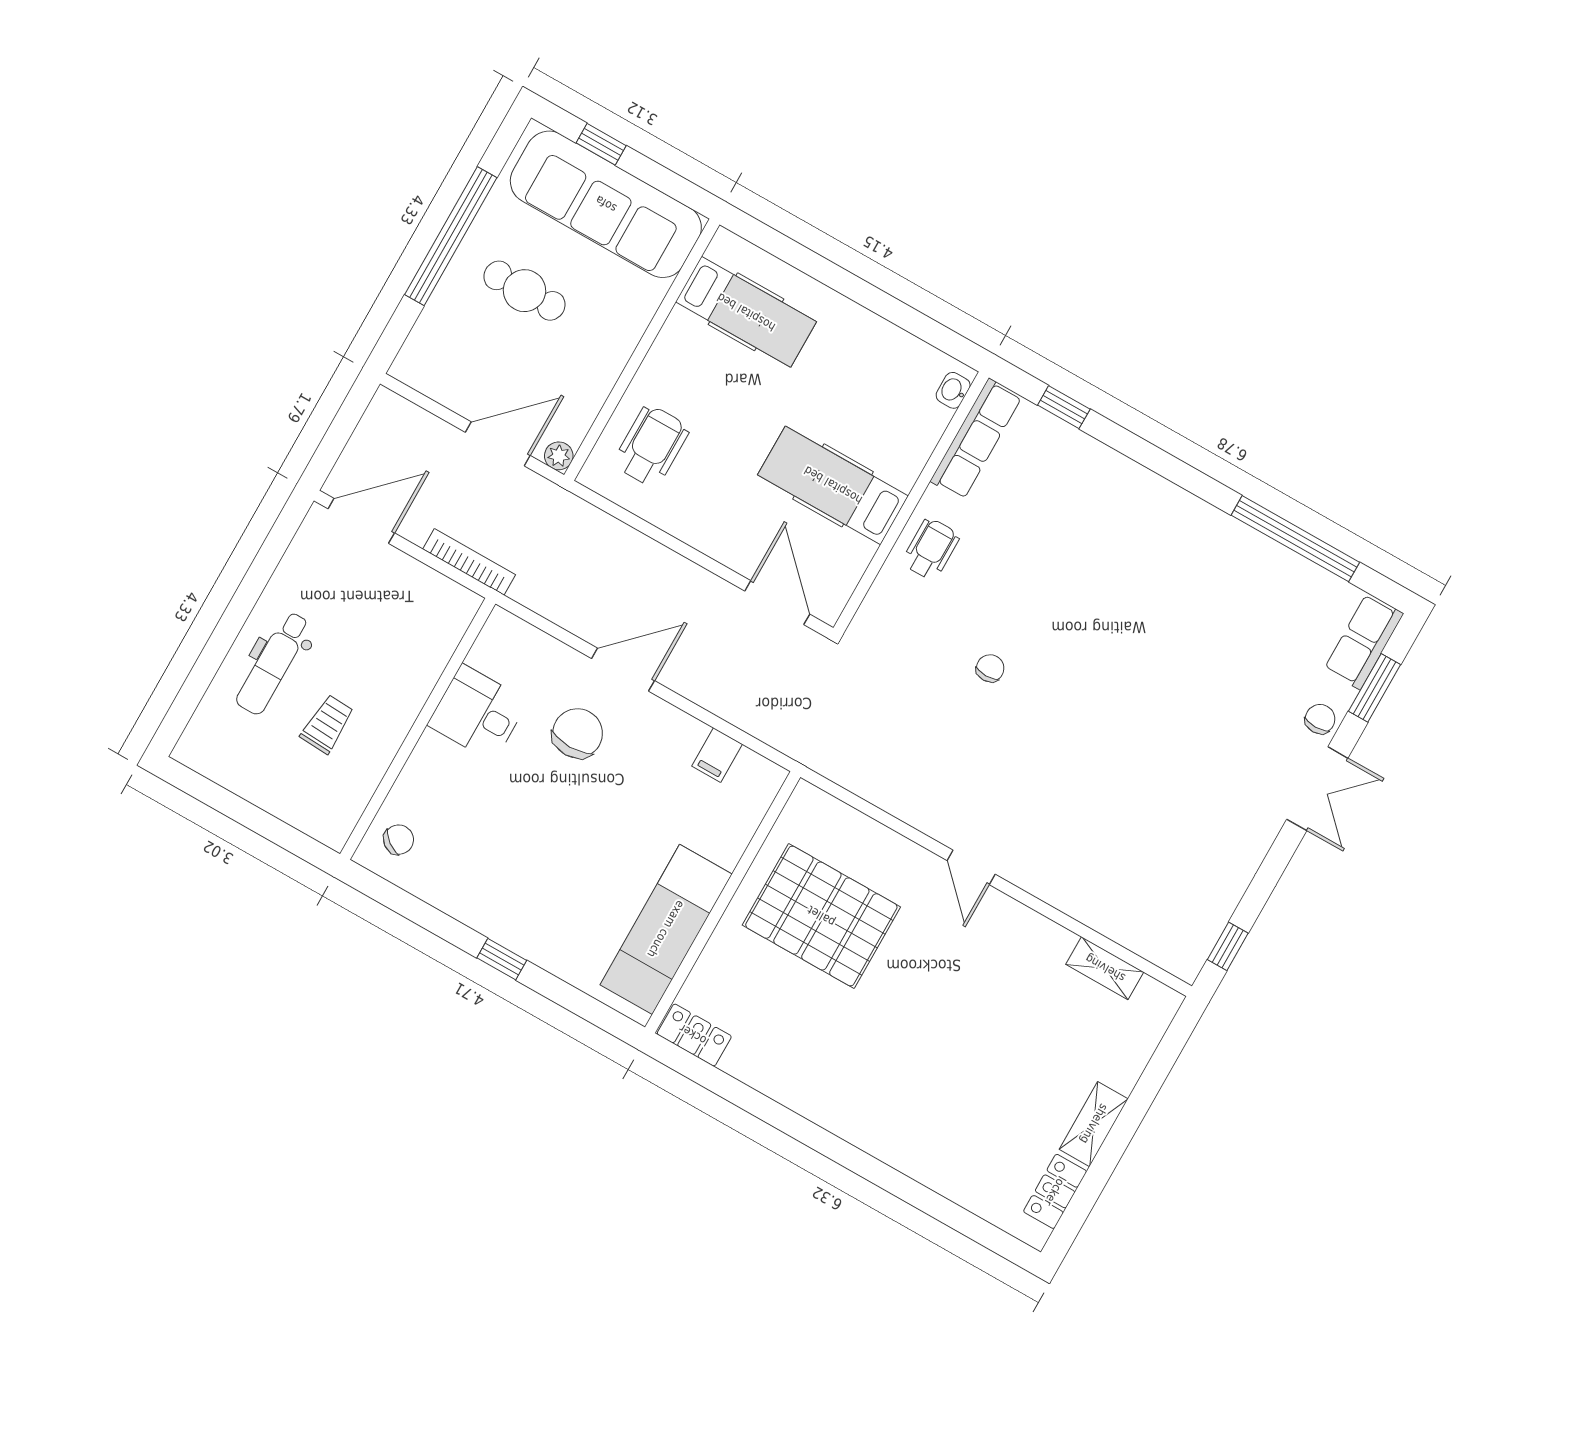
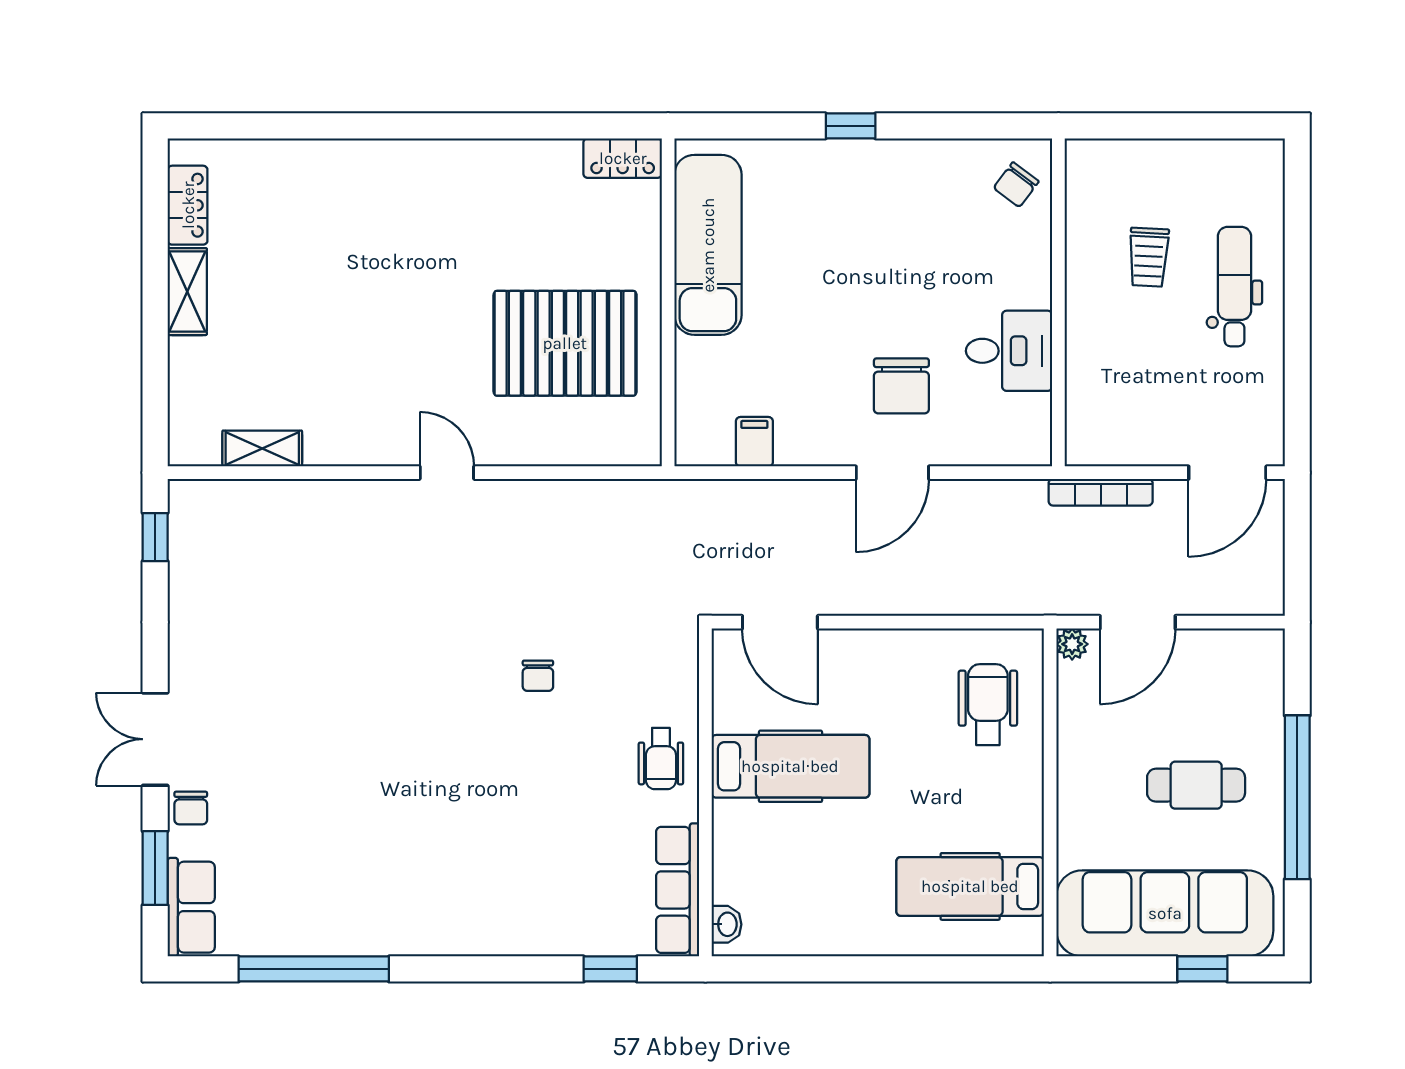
wheelchair: (651, 446) -> (988, 705), turned 180

